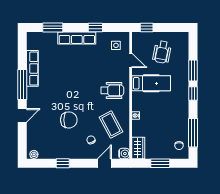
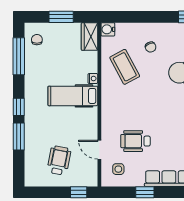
hospital bed: (151, 83) -> (73, 96), moved
wheelchair: (112, 90) -> (135, 141), moved
door: (104, 163) -> (133, 17), removed

